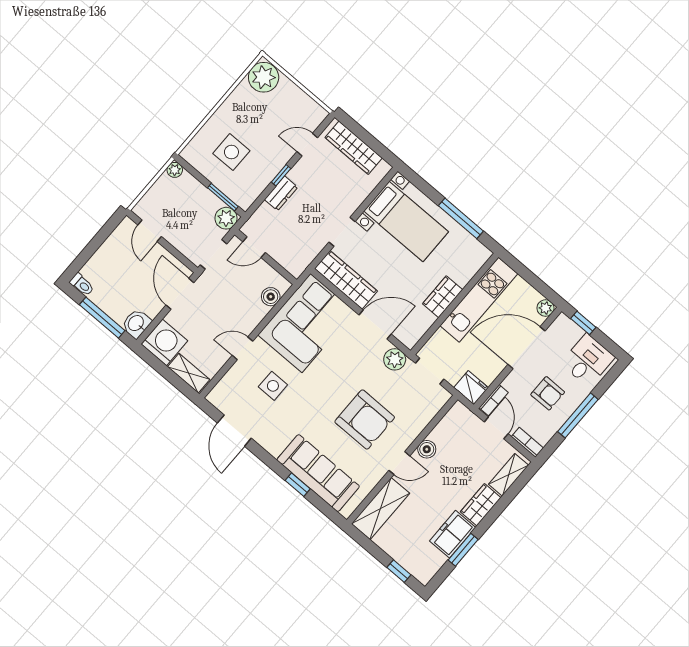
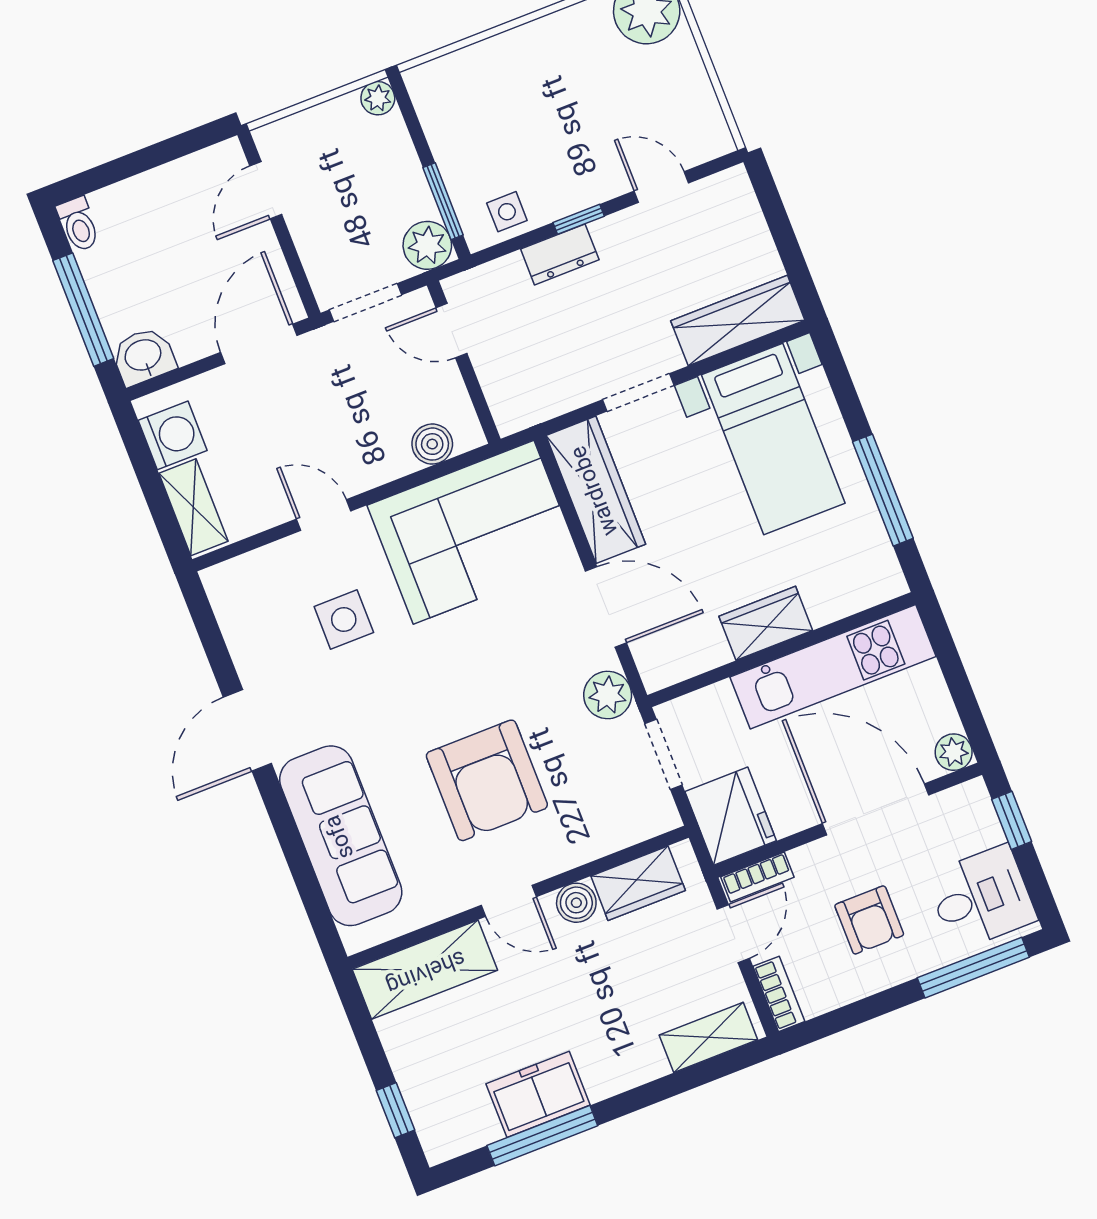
wardrobe: (354, 148) -> (738, 321), moved, turned 90
side table: (231, 152) -> (507, 212), moved, width x0.54, depth x0.54
washing machine: (164, 343) -> (173, 435), width x0.73, depth x0.73
fridge: (471, 388) -> (731, 816), width x1.36, depth x1.34
window: (578, 415) -> (973, 968), moved
door: (234, 431) -> (247, 730), moved
window: (298, 485) -> (289, 837), removed
wardrobe: (481, 505) -> (638, 883), moved, turned 180
window: (463, 550) -> (542, 1136), width x1.44

